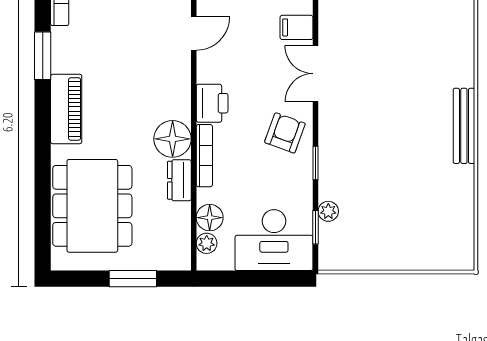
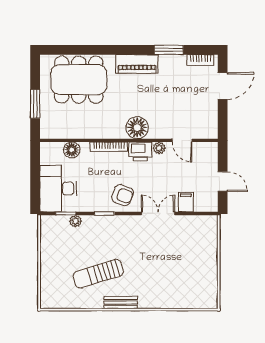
bench: (464, 126) -> (121, 302), width x0.73
floor lamp: (173, 139) -> (137, 128), moved
sun lounger: (416, 173) -> (98, 274), added
dresser: (179, 180) -> (94, 132), removed
plant: (207, 243) -> (159, 148), moved

